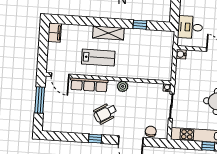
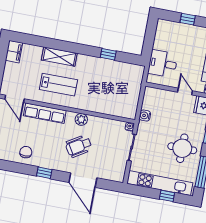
shelving: (108, 33) -> (59, 57), moved
water cooler: (181, 54) -> (145, 116), moved
wheelchair: (105, 113) -> (79, 146), moved
chair: (151, 131) -> (26, 152), moved

